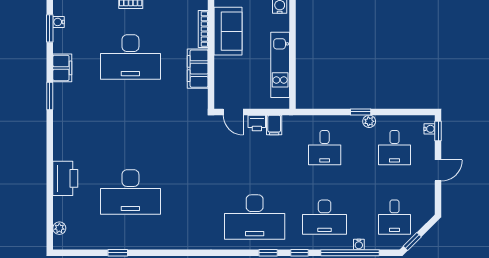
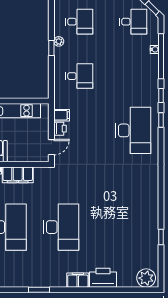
filing cabinet: (62, 68) -> (78, 280), moved
desk: (130, 192) -> (61, 227), moved
desk: (325, 217) -> (133, 76), removed
plant: (59, 228) -> (146, 278), width x1.88, depth x1.88

